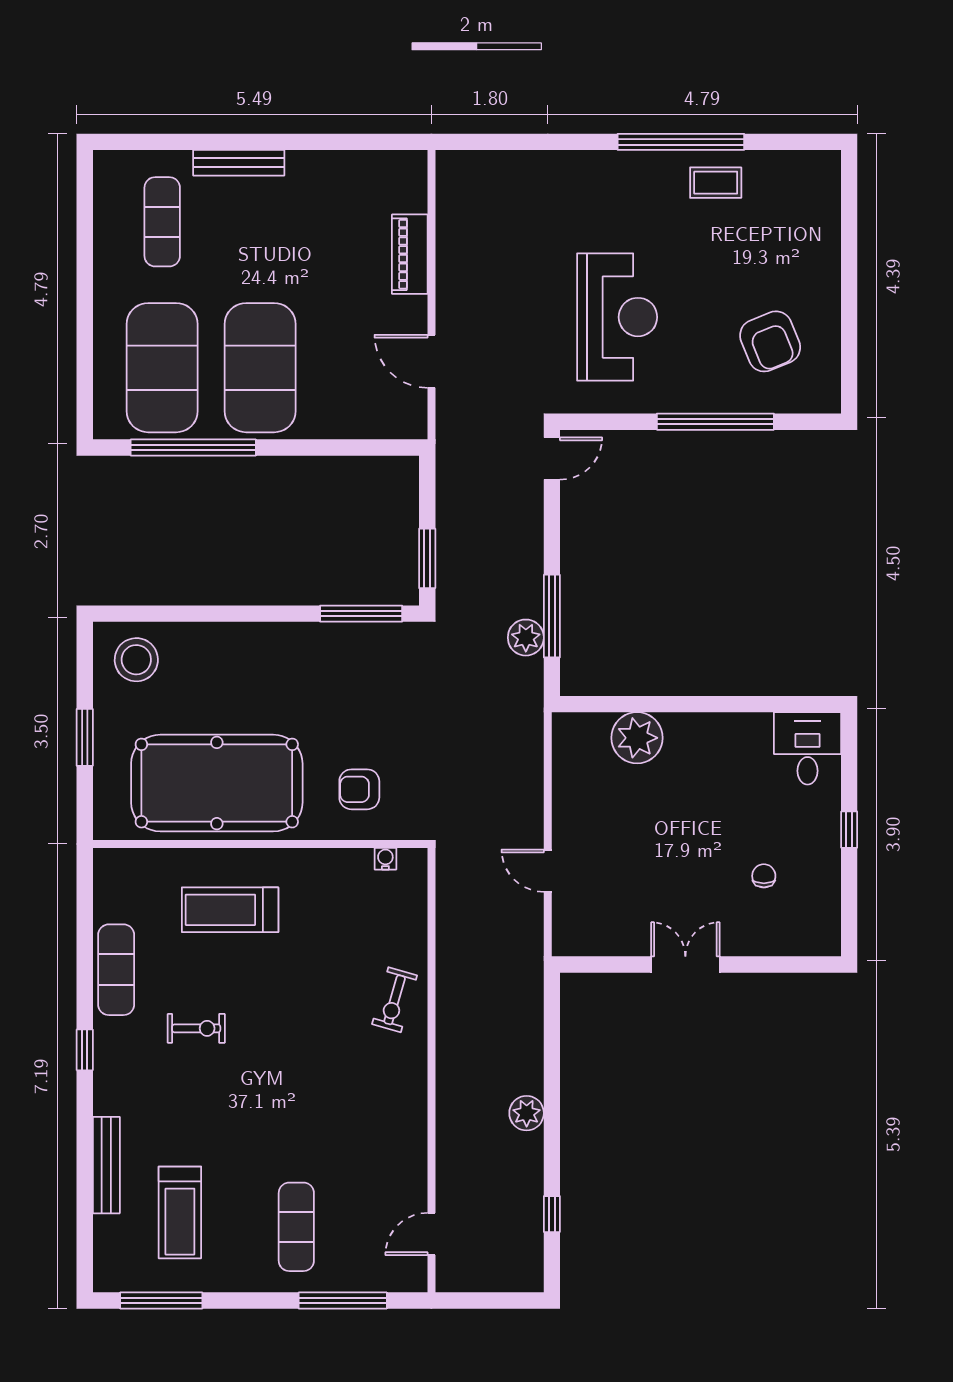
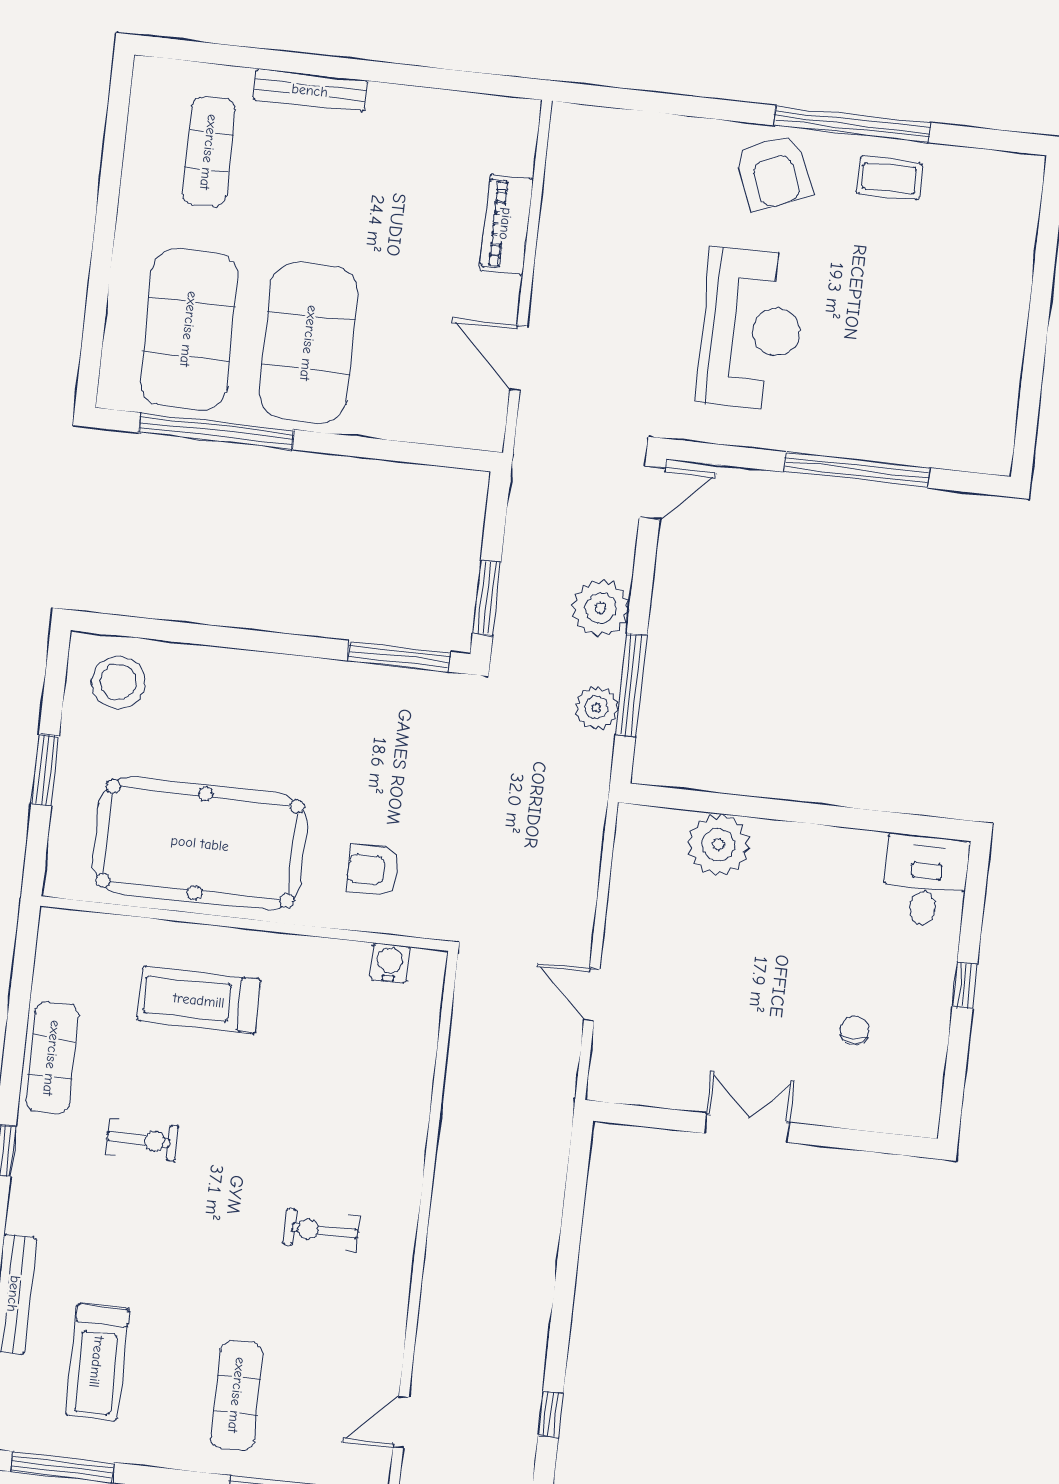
armchair: (770, 341) -> (774, 172), moved
water cooler: (385, 859) -> (390, 963), width x1.38, depth x1.38
exercise bike: (395, 1000) -> (321, 1230), moved, turned 74
plant: (527, 1113) -> (601, 608), moved, width x1.36, depth x1.36

